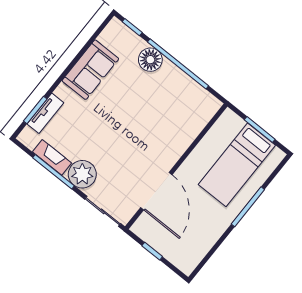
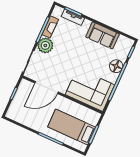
corner sofa: (180, 116) -> (90, 90), added

